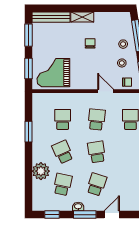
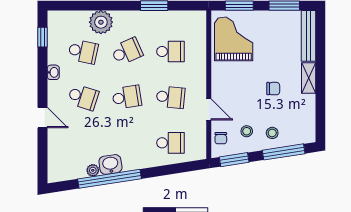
door: (106, 91) -> (209, 109), hinge flipped
window: (85, 215) -> (42, 81), removed

